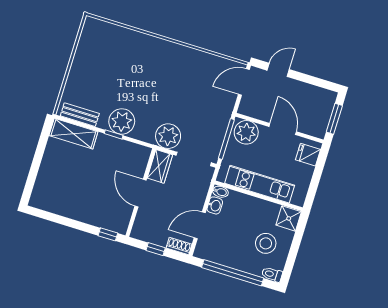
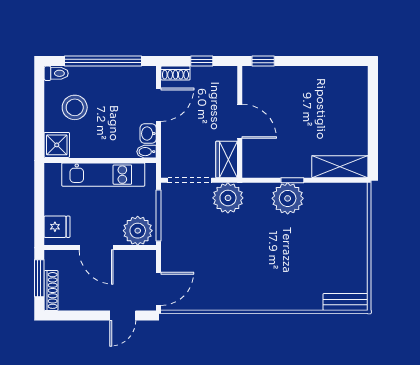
shoe rack: (328, 106) -> (51, 290), added
bench: (80, 115) -> (346, 302), moved

